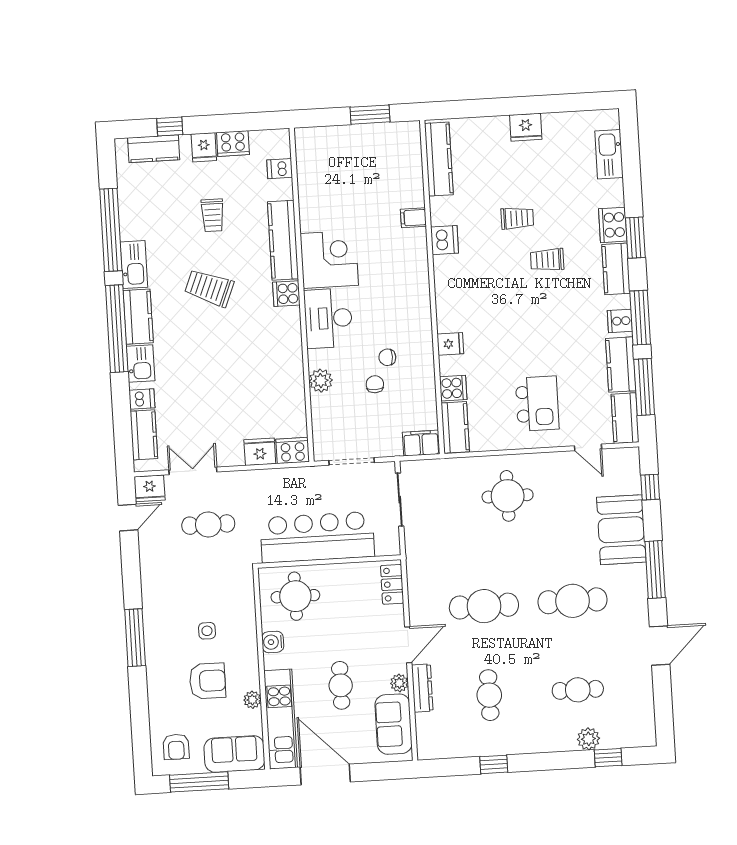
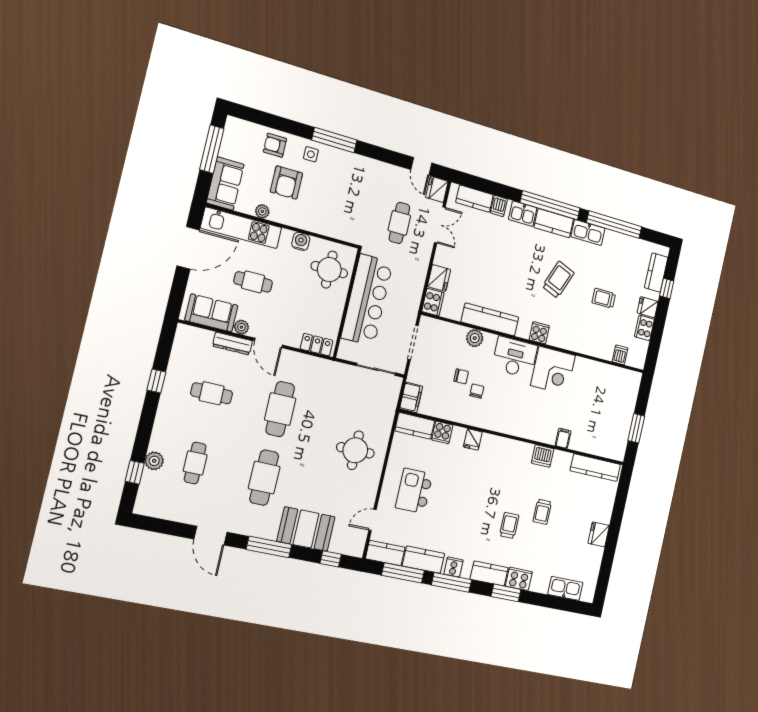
kitchen counter: (283, 240) -> (490, 319), moved
kitchen island: (537, 404) -> (414, 491), turned 90
side table: (207, 631) -> (311, 154), moved
armchair: (176, 747) -> (275, 145), moved

